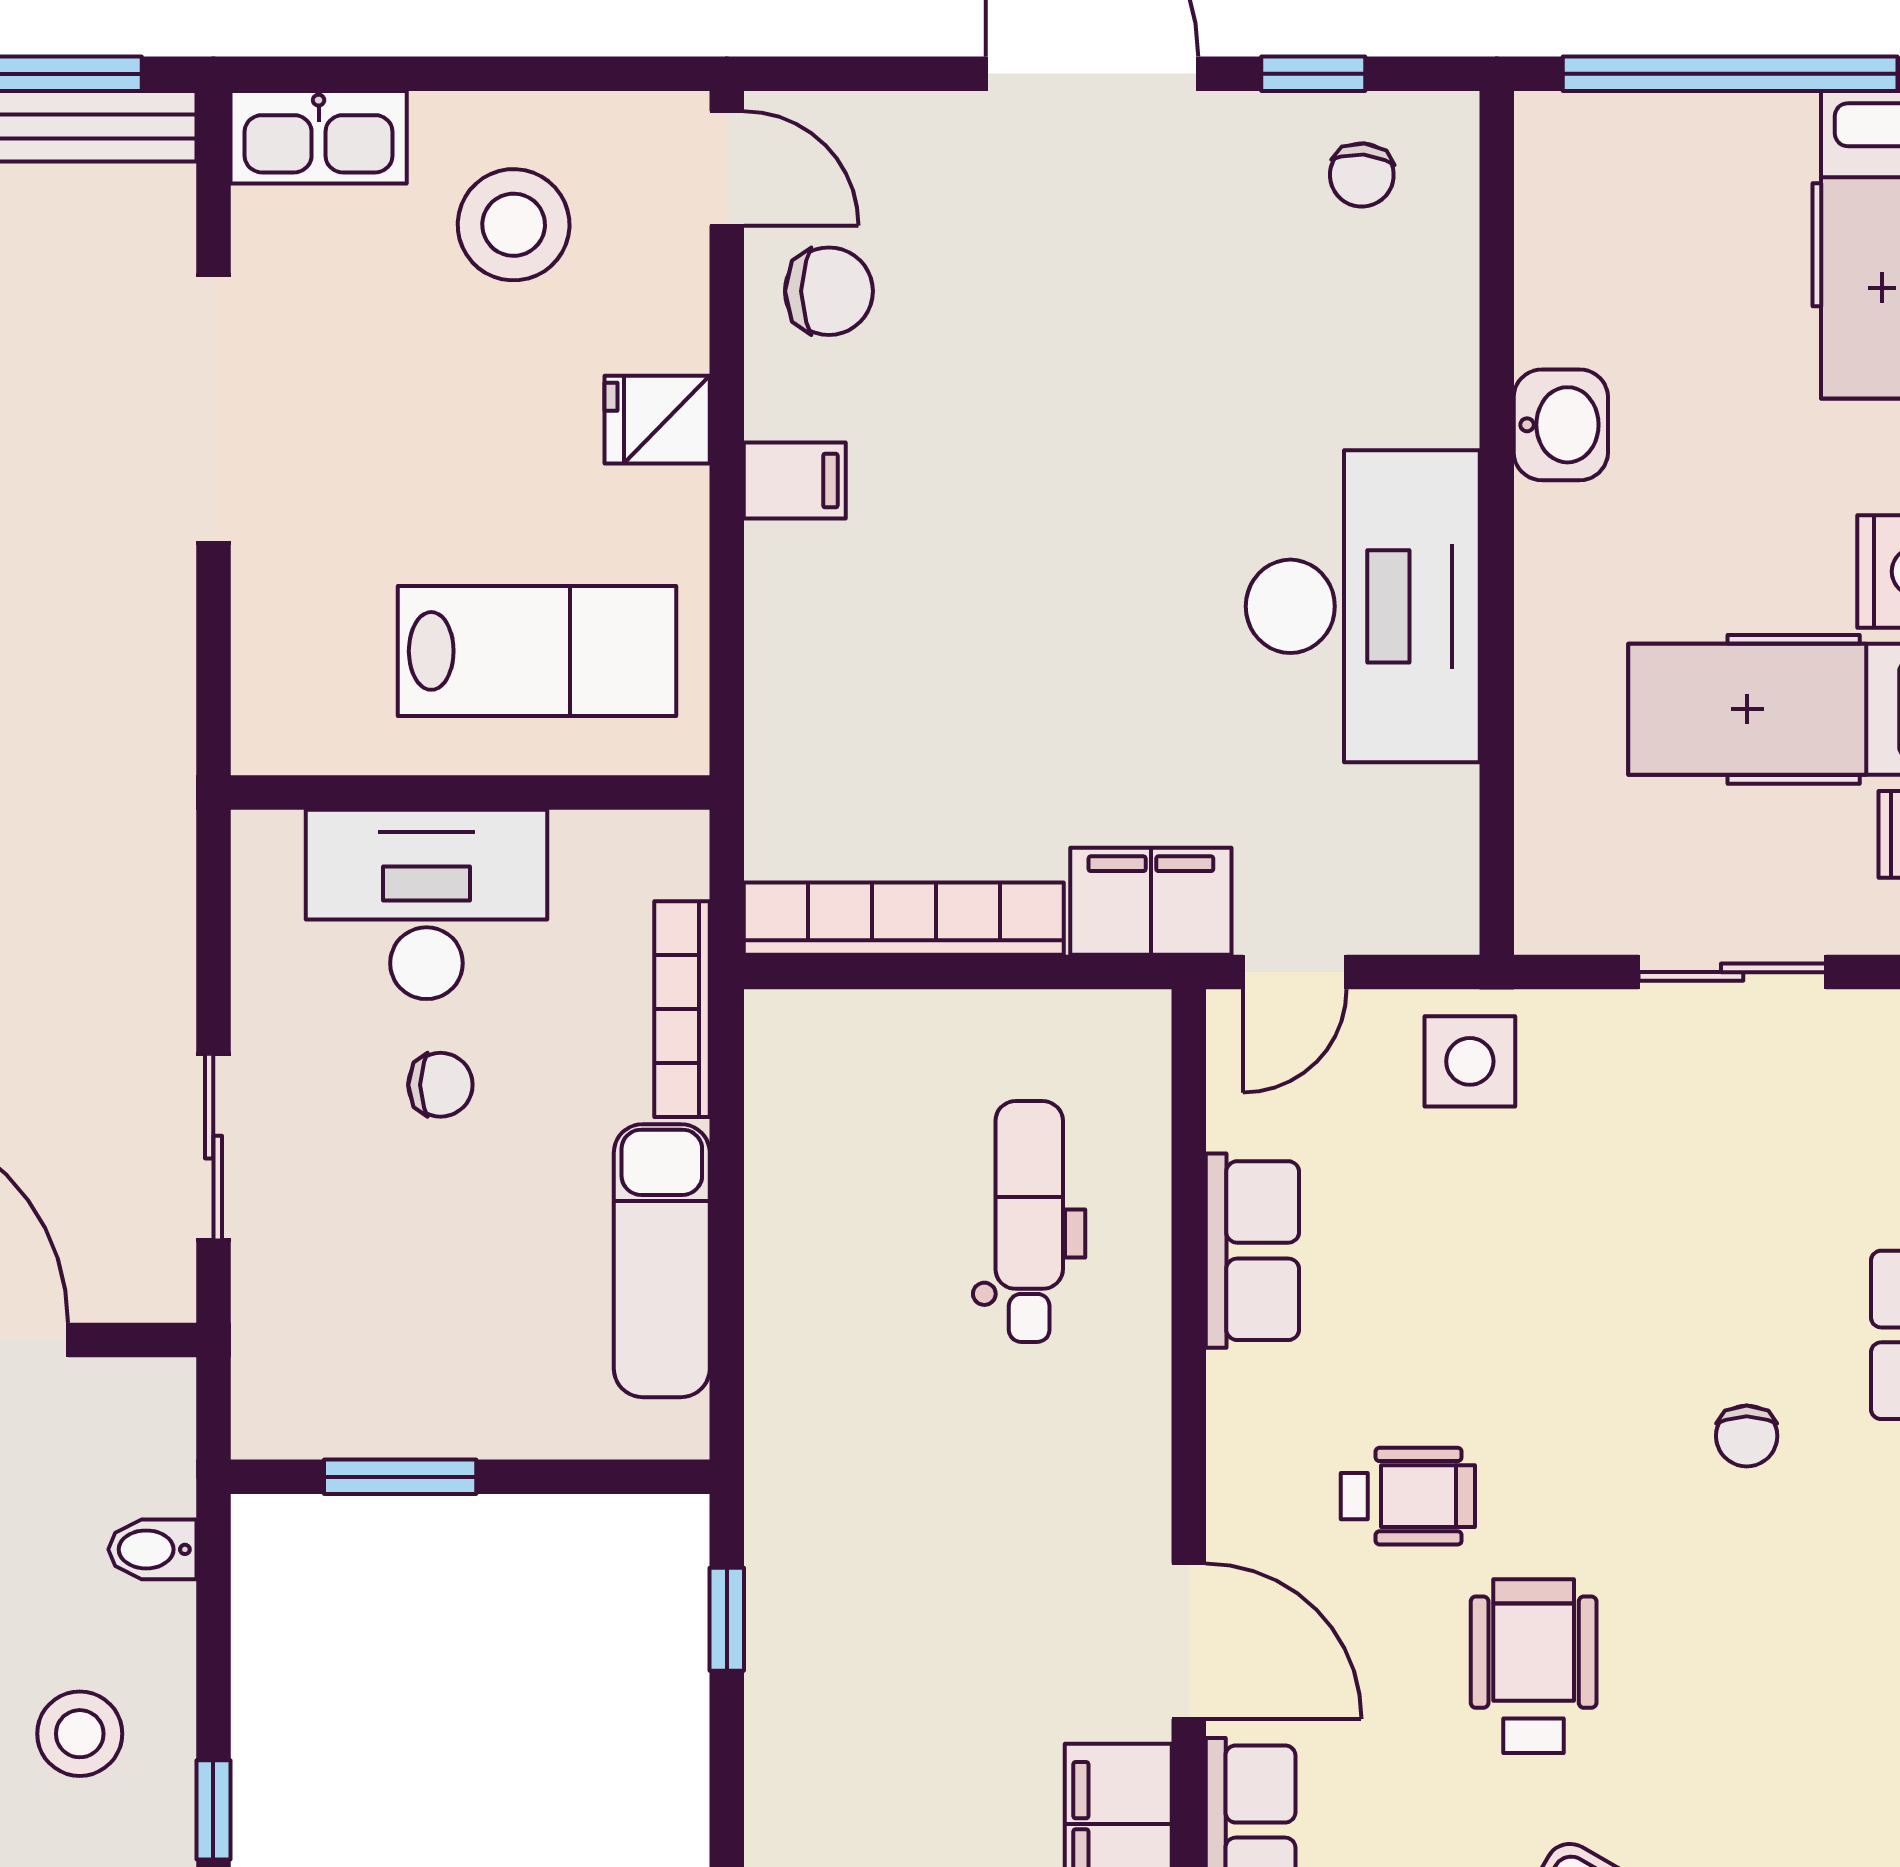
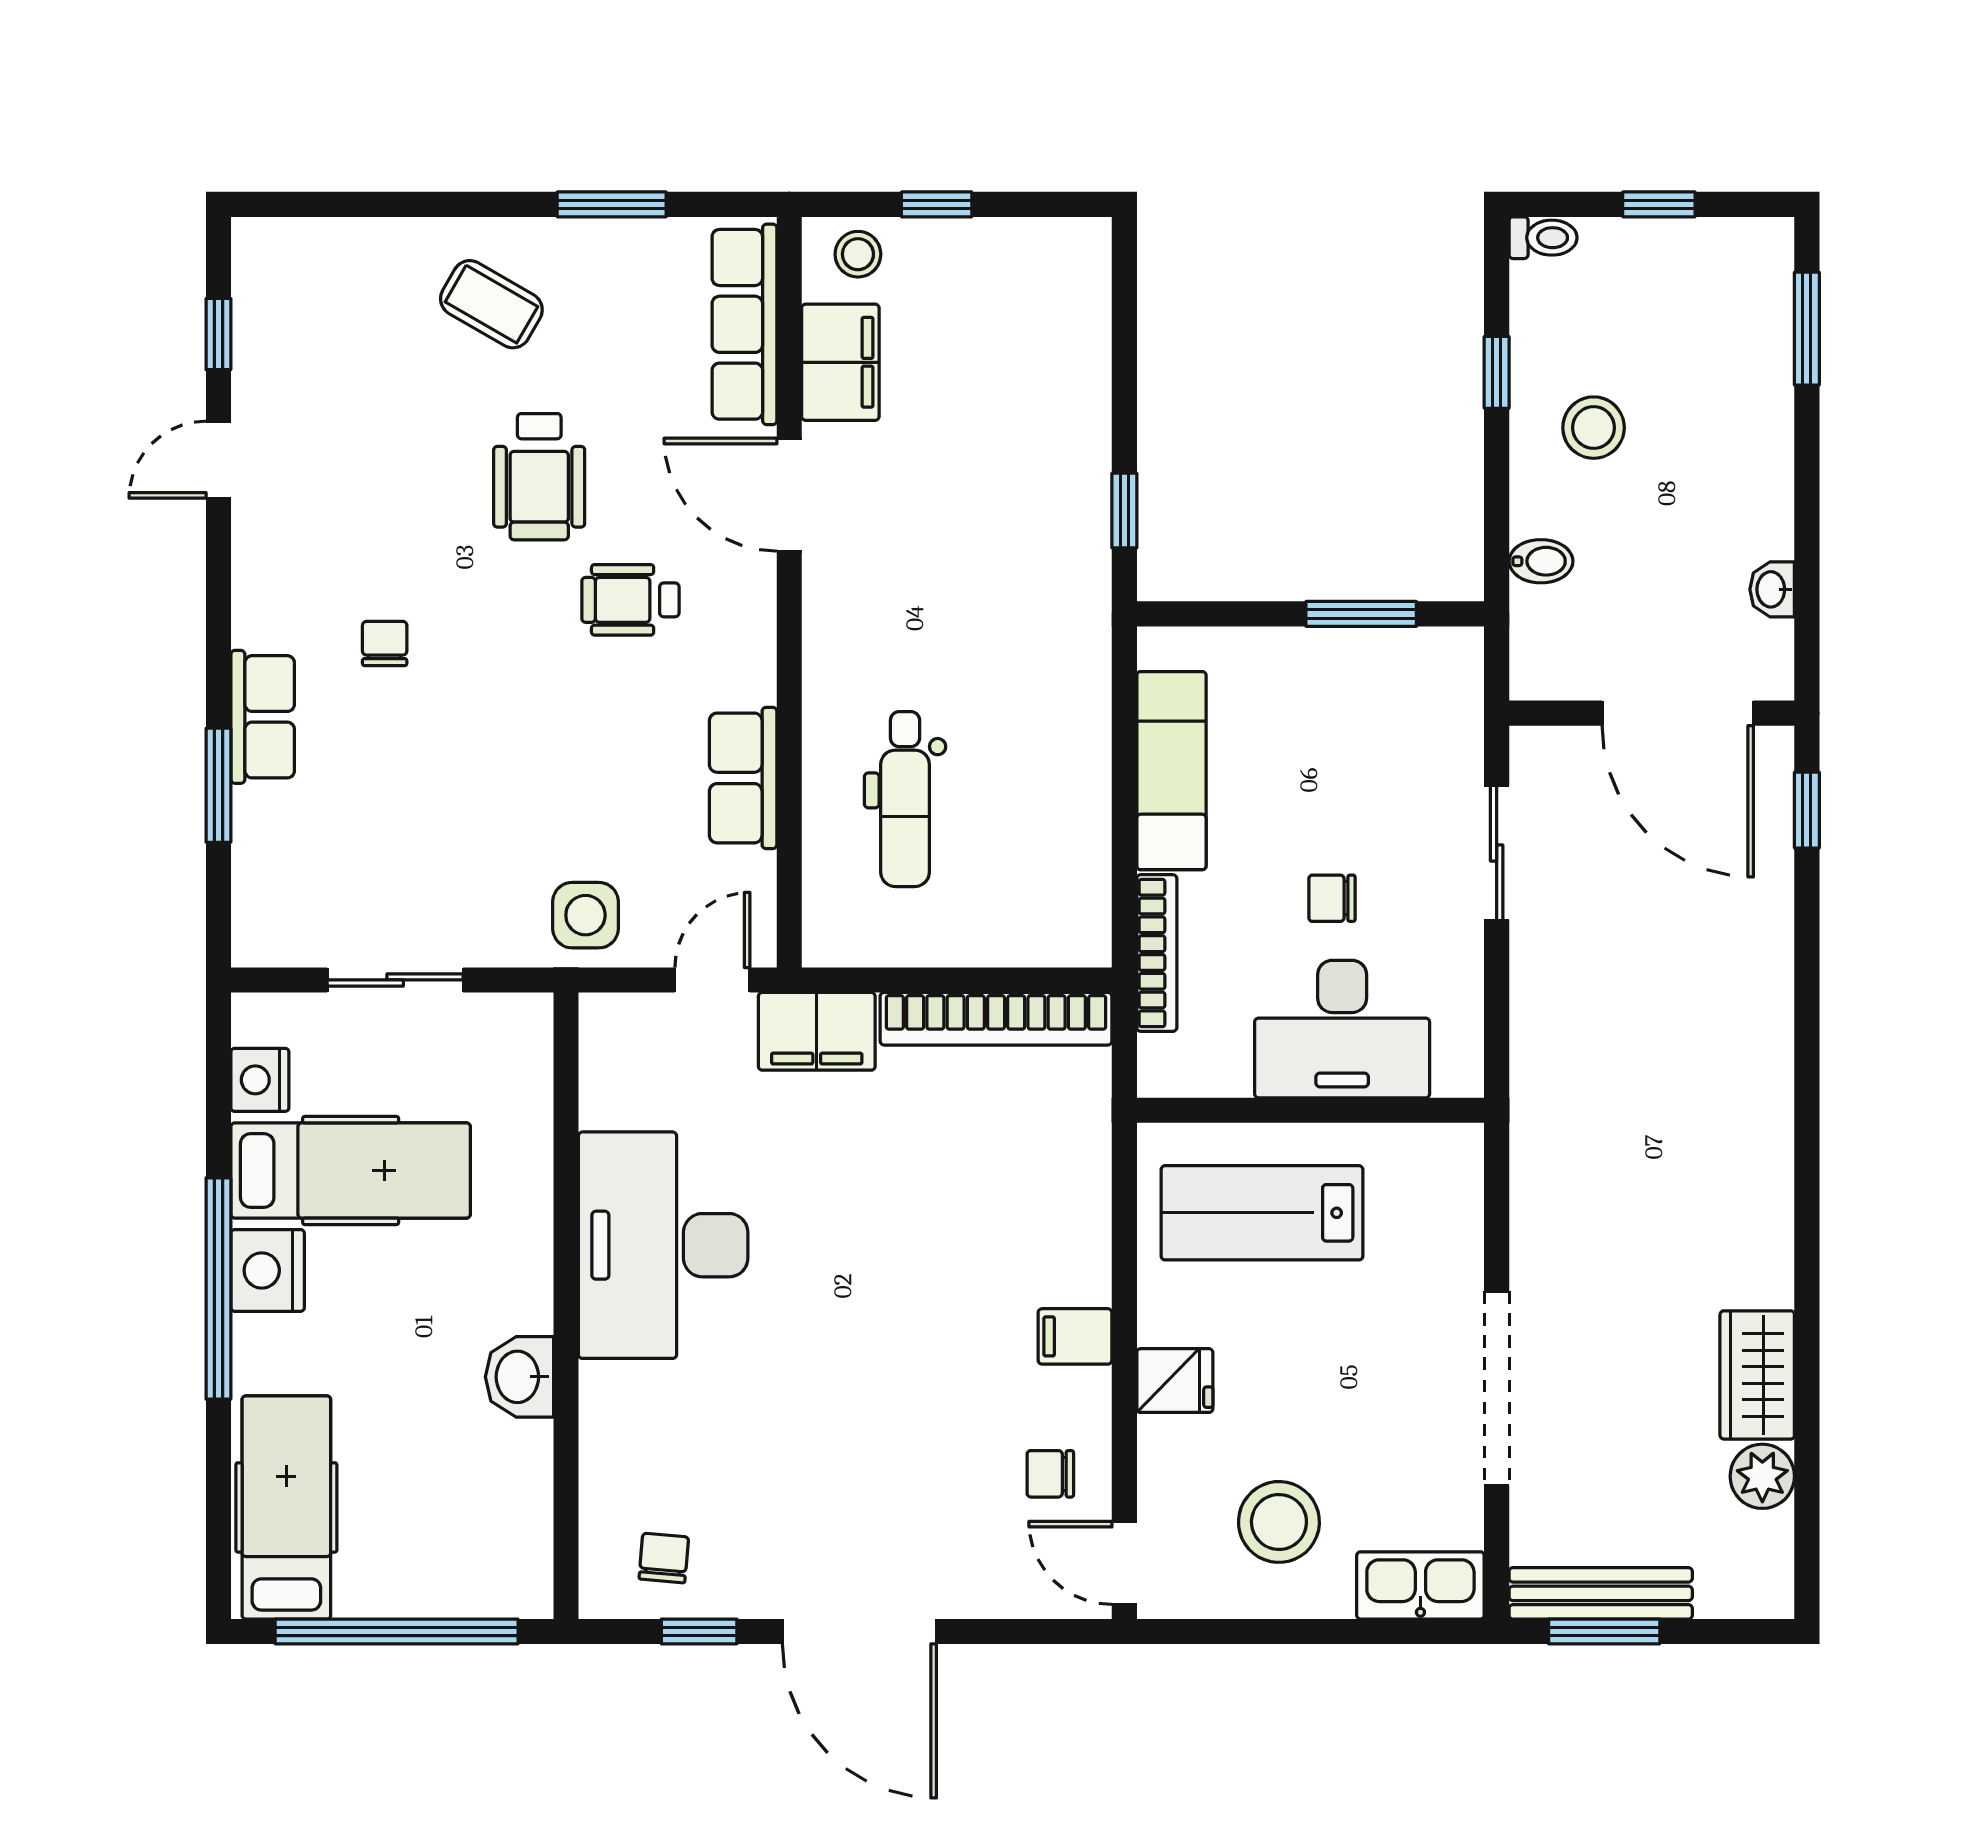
chair: (829, 291) -> (1050, 1474), width x0.73, depth x0.73

